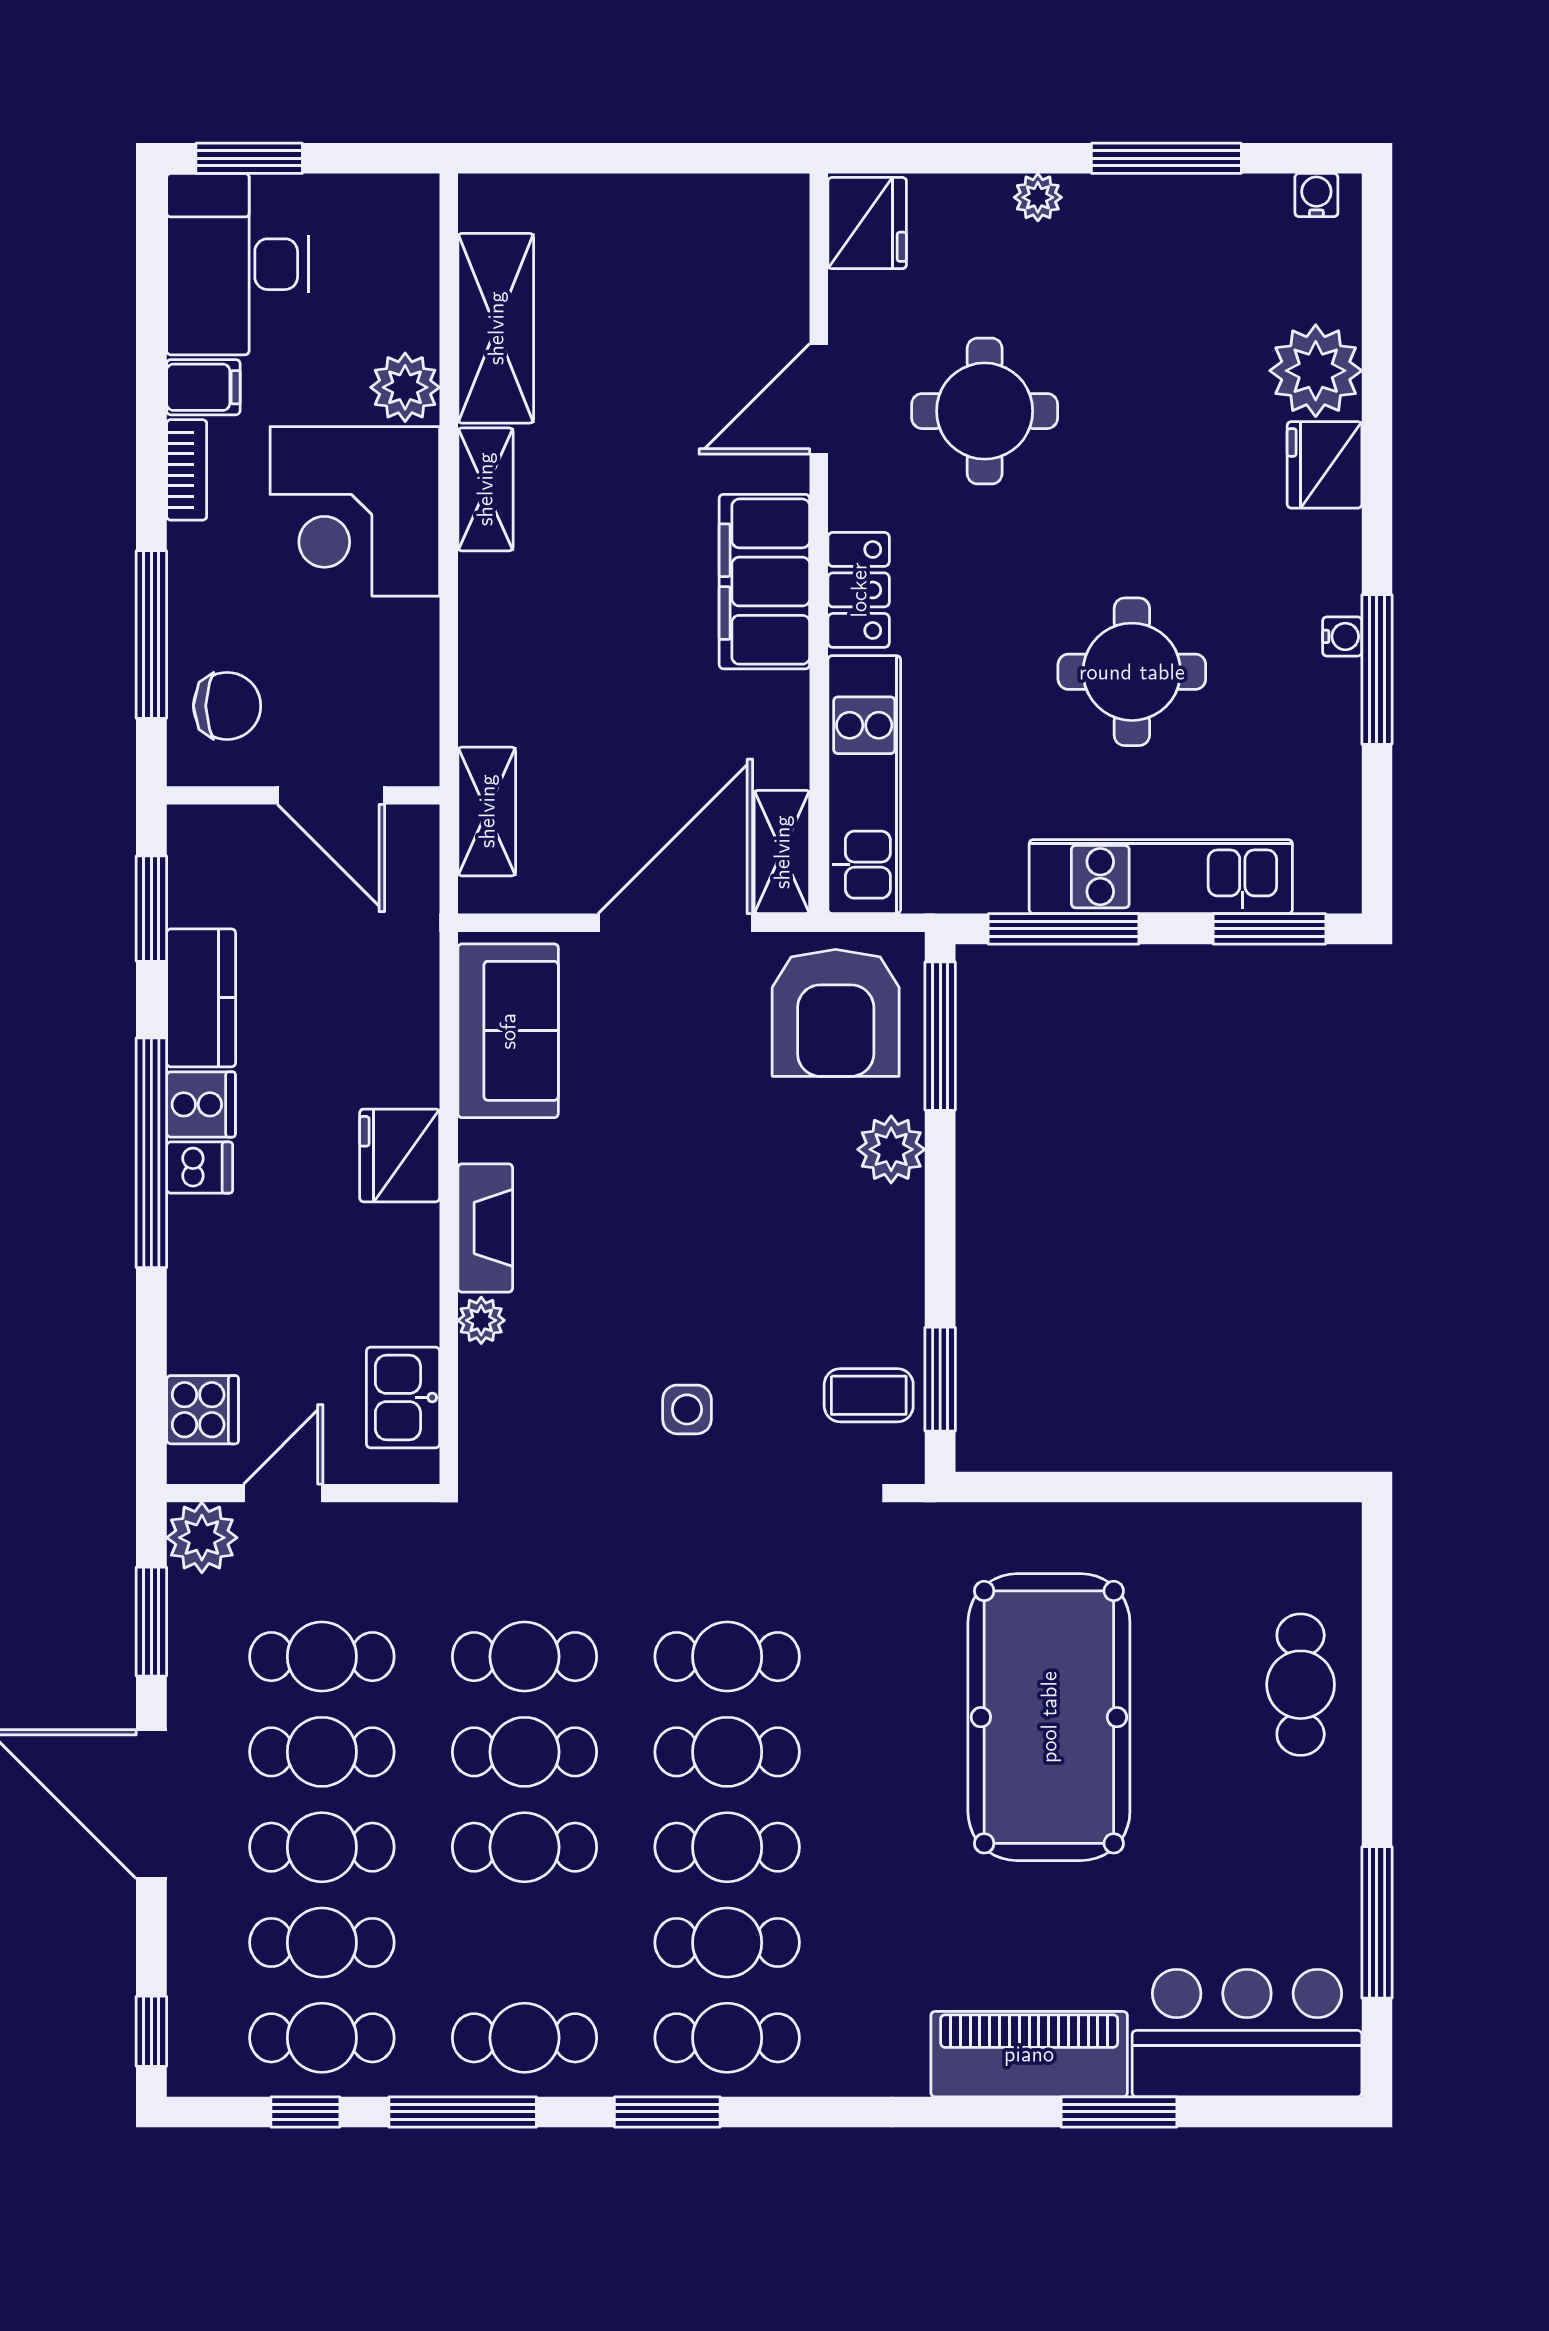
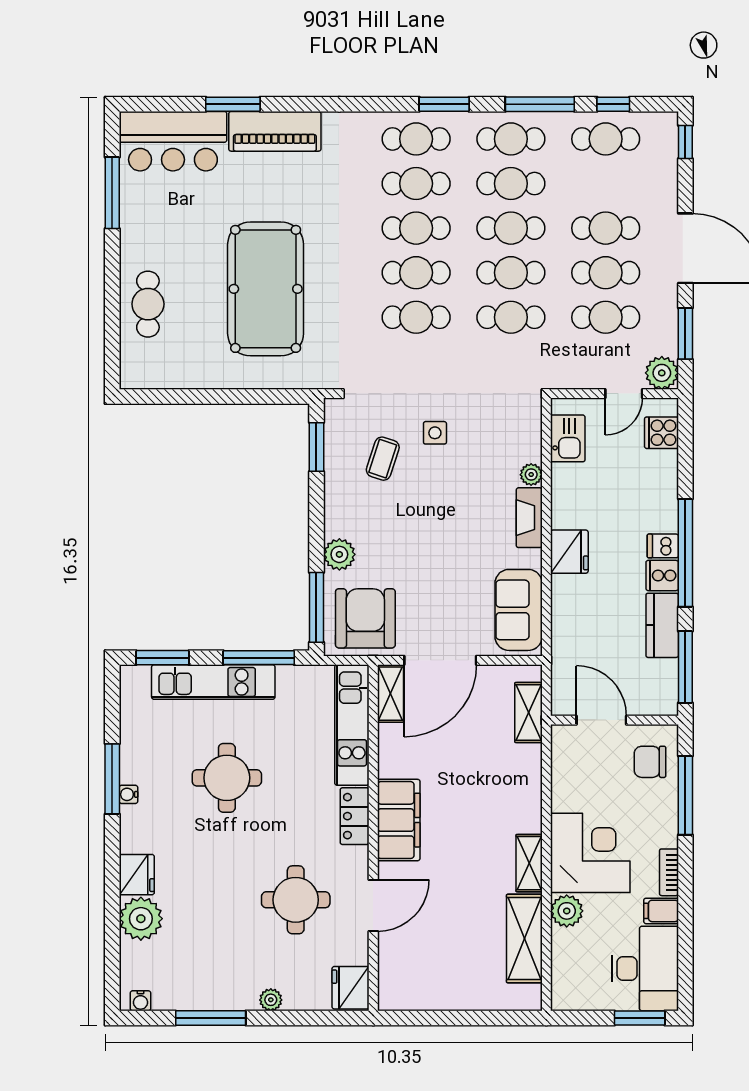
window: (151, 909) -> (685, 667), width x1.44
coffee table: (869, 1395) -> (383, 459), moved, turned -72
cafe table: (322, 1942) -> (511, 184), moved

